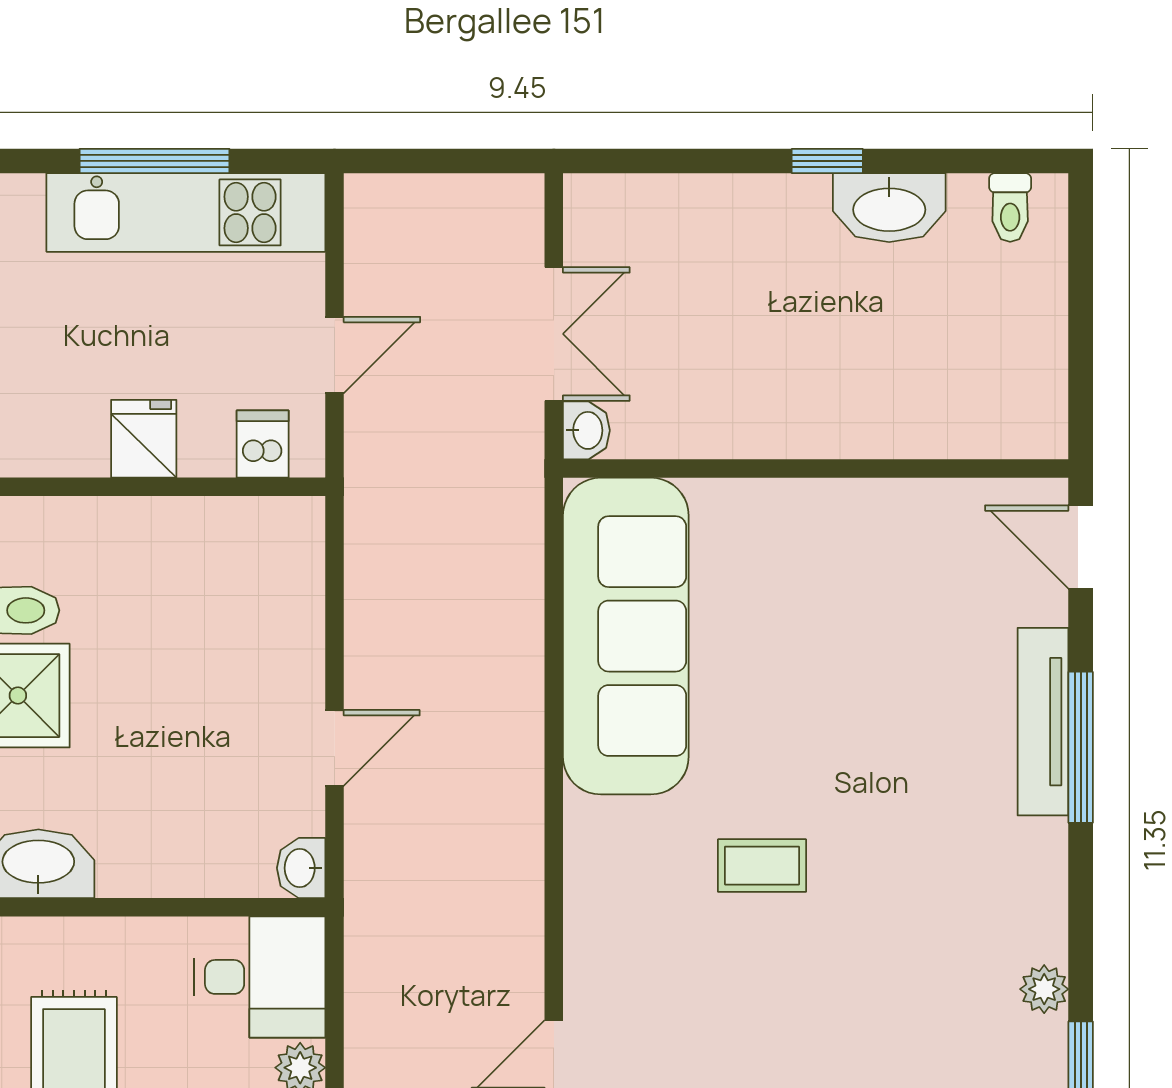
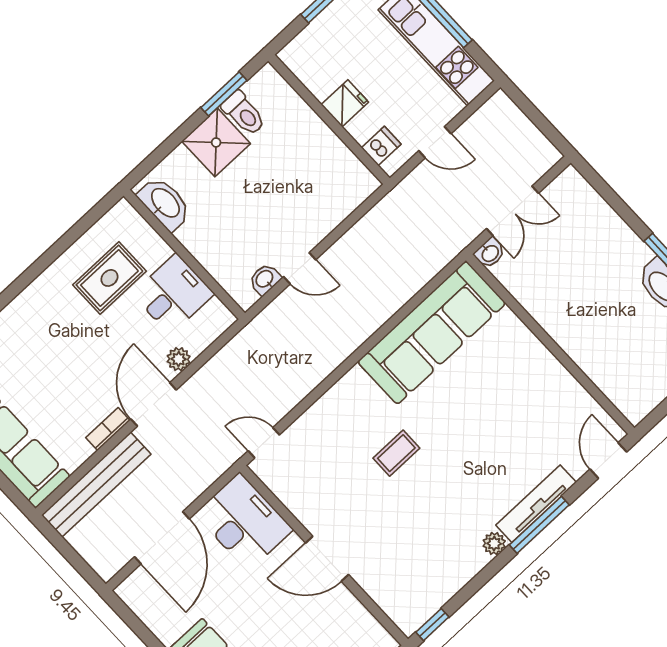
coffee table: (762, 866) -> (396, 453), turned 90
washbasin: (301, 868) -> (265, 279), moved
desk: (260, 977) -> (173, 294), moved, turned -90
plant: (1044, 989) -> (494, 544), moved

